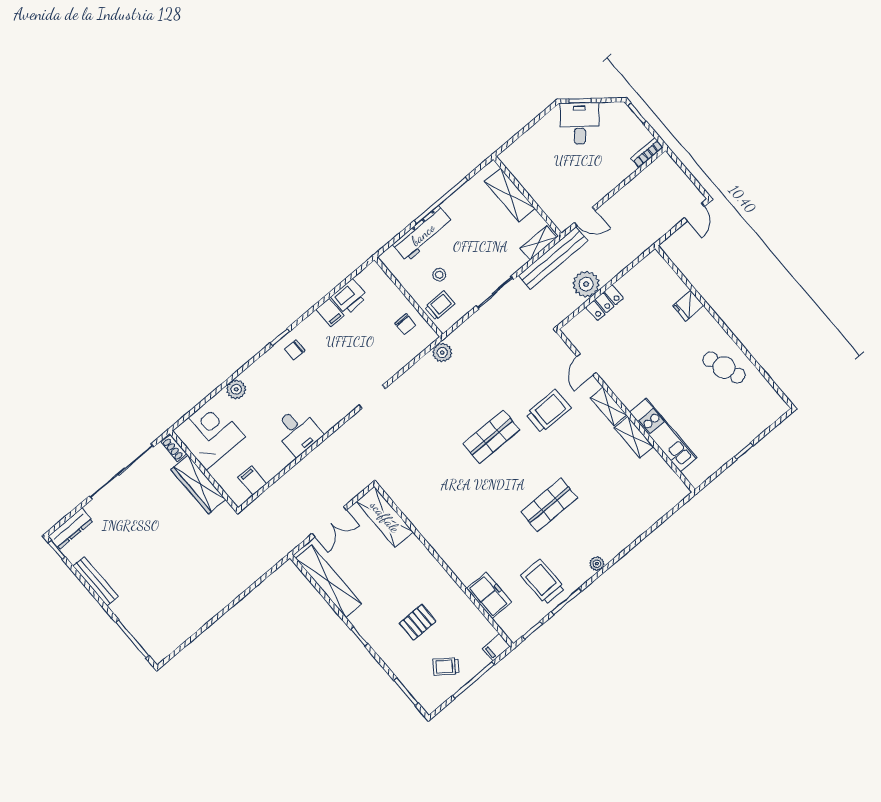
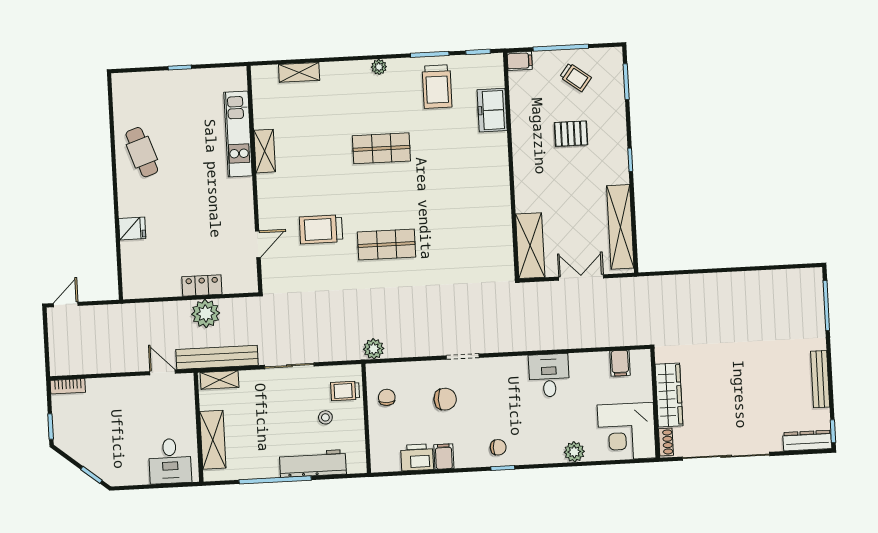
desk: (580, 123) -> (170, 461), moved, turned -39
chair: (361, 356) -> (445, 399), added
shelving: (608, 406) -> (299, 72), moved, turned 90

